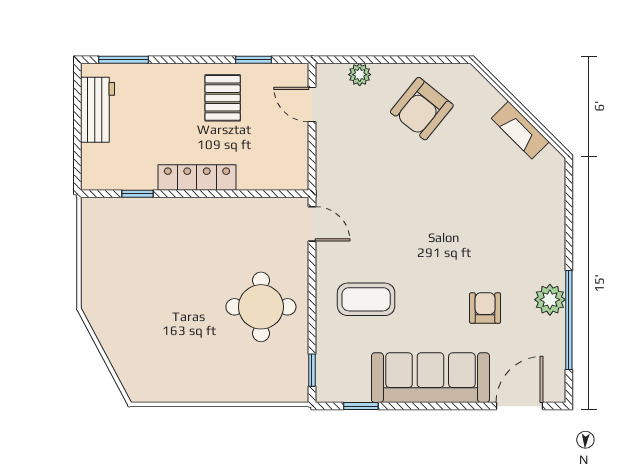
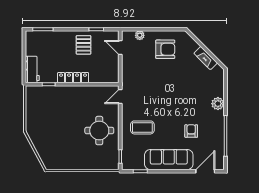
armchair: (422, 109) -> (165, 49), turned -129
workbench: (98, 110) -> (32, 69), moved
door: (312, 224) -> (120, 97), swing flipped
plant: (550, 300) -> (218, 104), moved

